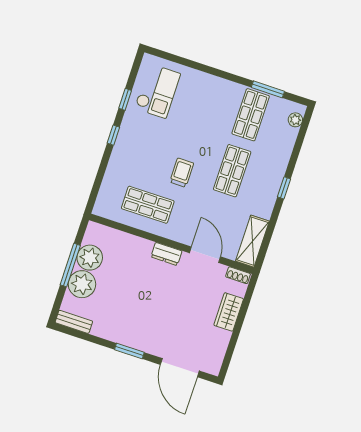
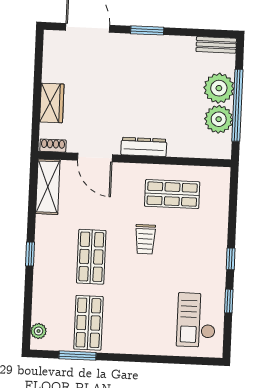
dresser: (166, 254) -> (144, 147), width x1.44
window: (70, 265) -> (237, 105), width x1.46

